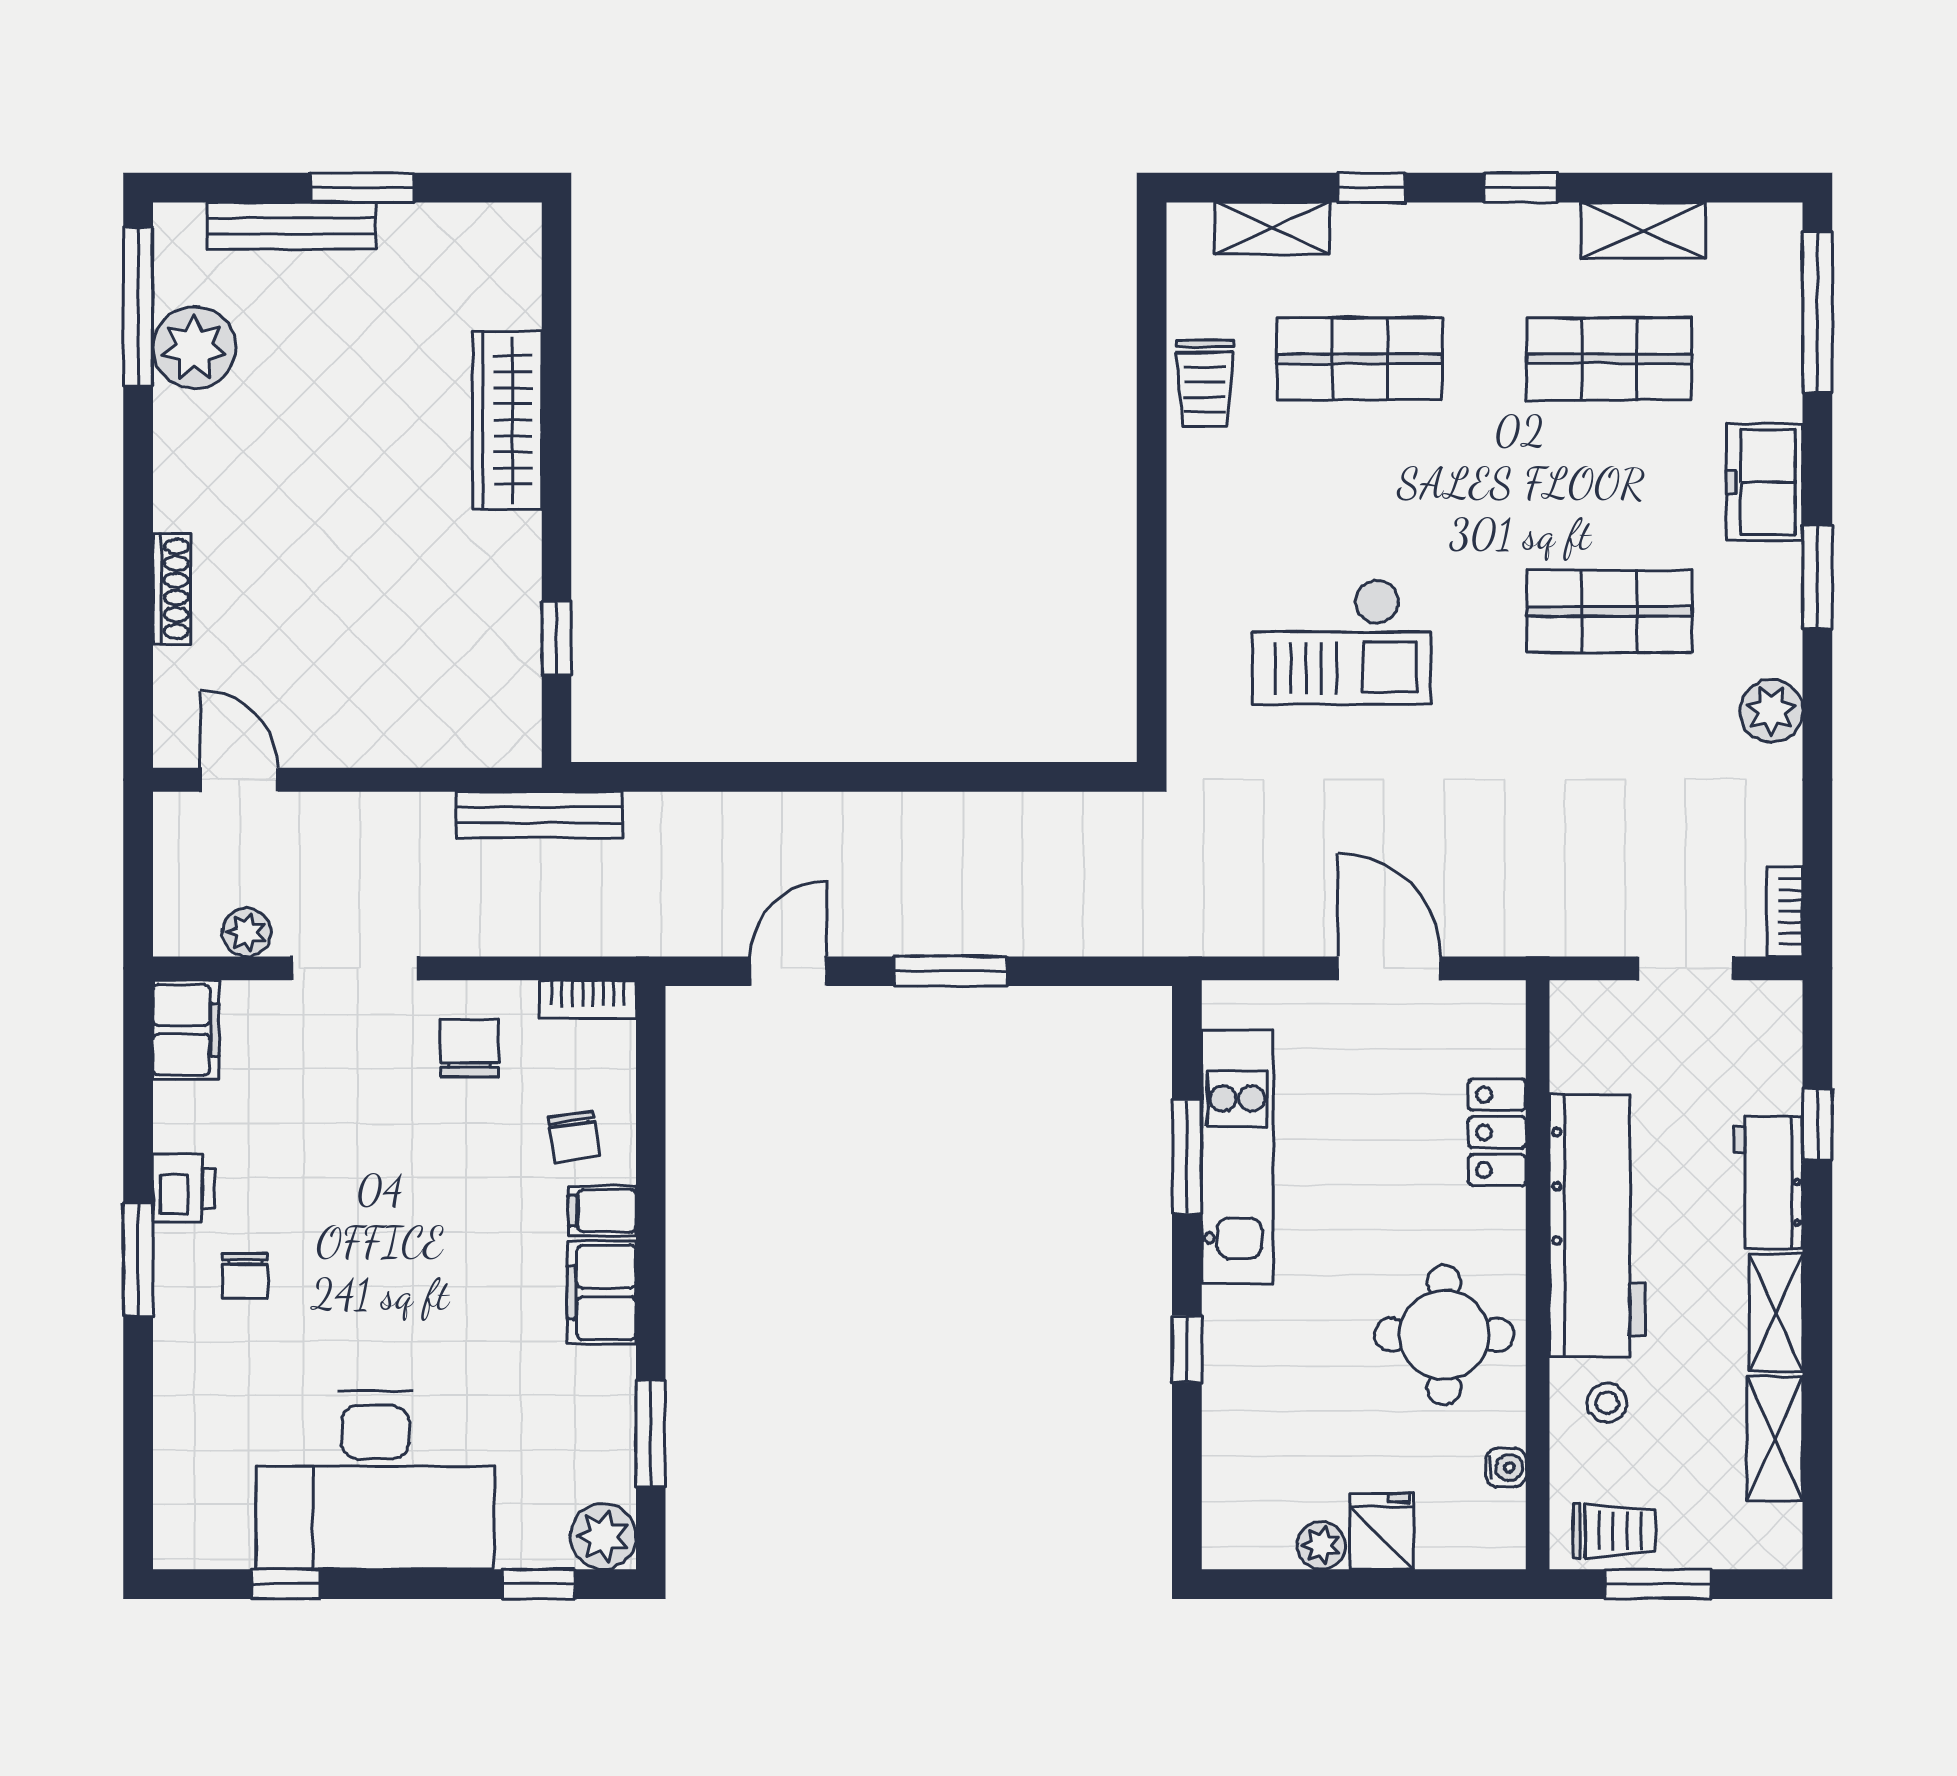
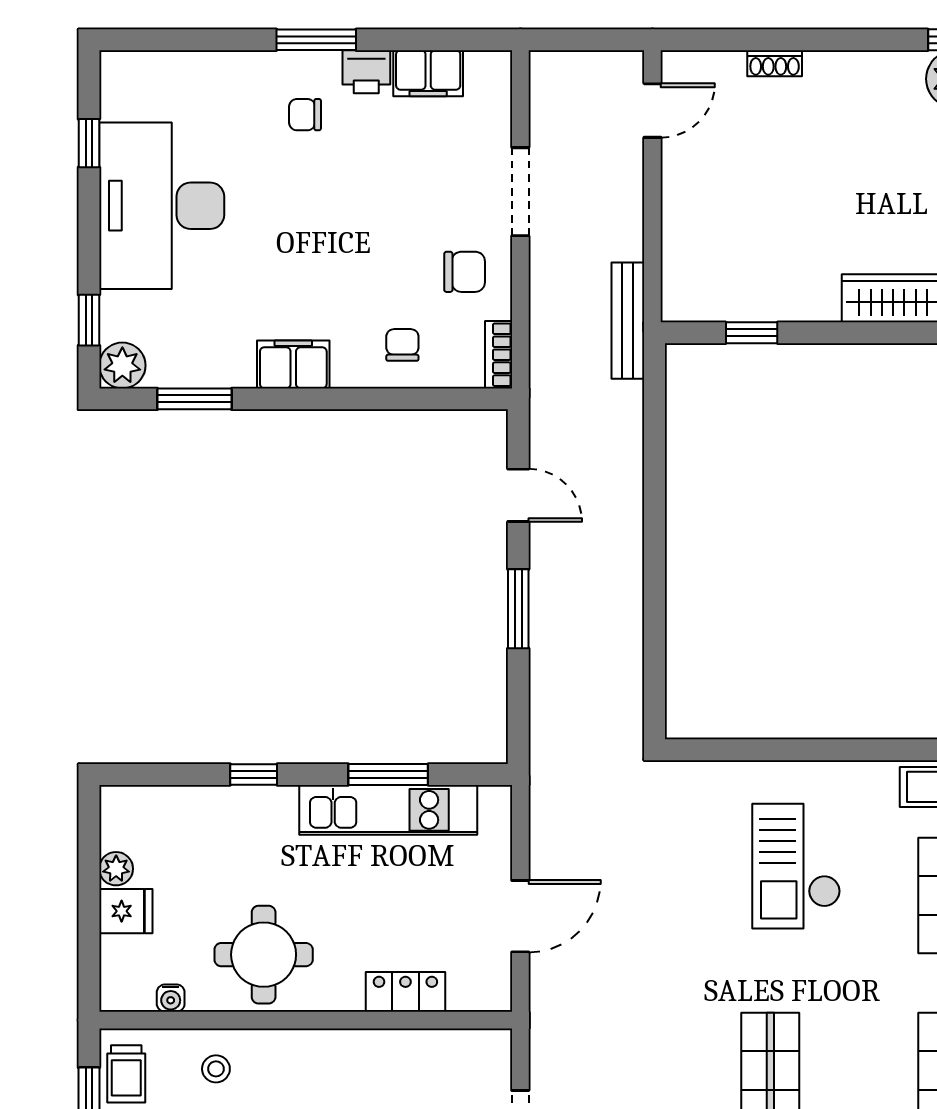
shoe rack: (172, 589) -> (775, 63), width x0.70
checkout: (1342, 642) -> (796, 866), moved
plant: (247, 932) -> (546, 116), removed
filing cabinet: (186, 1030) -> (428, 73), moved
chair: (574, 1137) -> (402, 345), turned 98
filing cabinet: (602, 1211) -> (351, 365), removed
workbench: (1597, 1226) -> (340, 1062), removed

